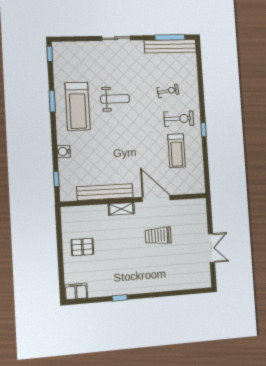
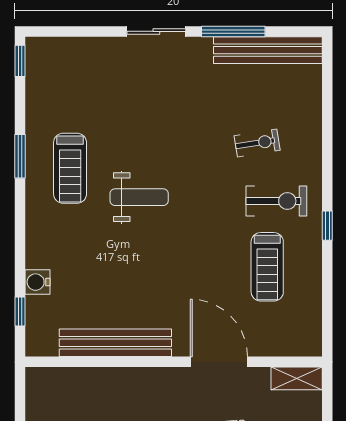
window: (170, 37) -> (233, 31), moved
weight bench: (115, 99) -> (139, 197), moved
treadmill: (78, 106) -> (70, 168), width x0.73, depth x0.73
water cooler: (64, 152) -> (38, 282), moved
shelving: (121, 209) -> (297, 378), moved

